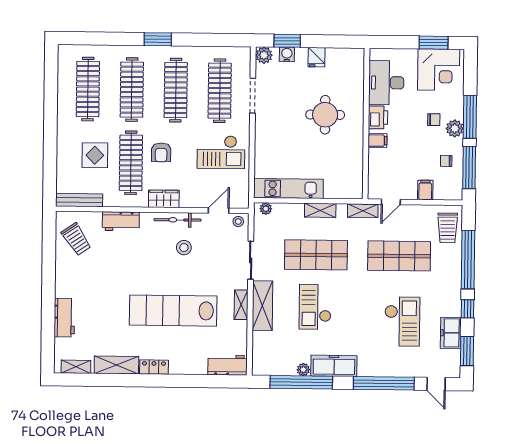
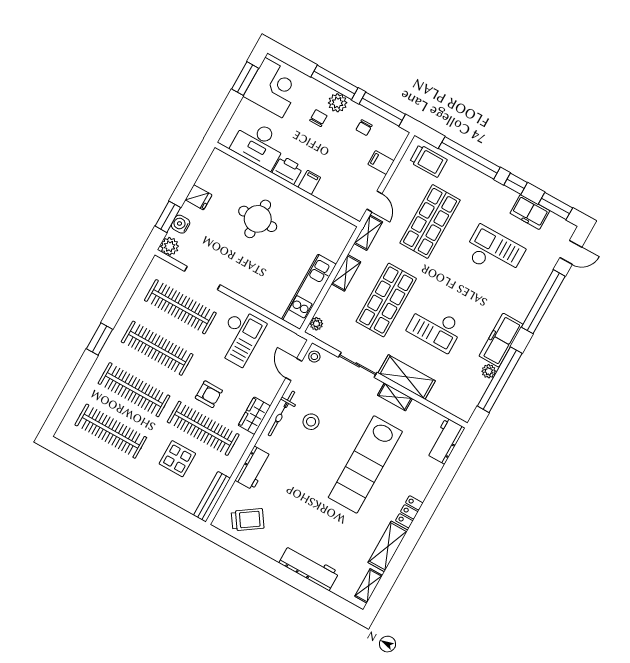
workbench: (64, 318) -> (309, 568), width x1.37

